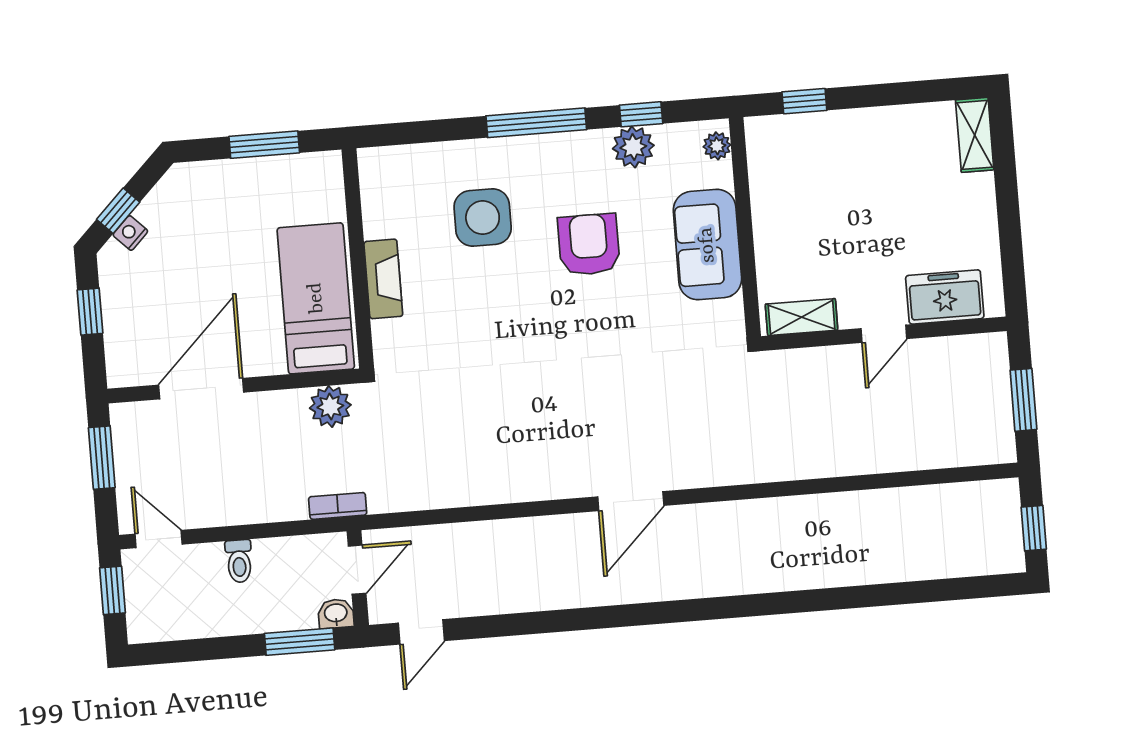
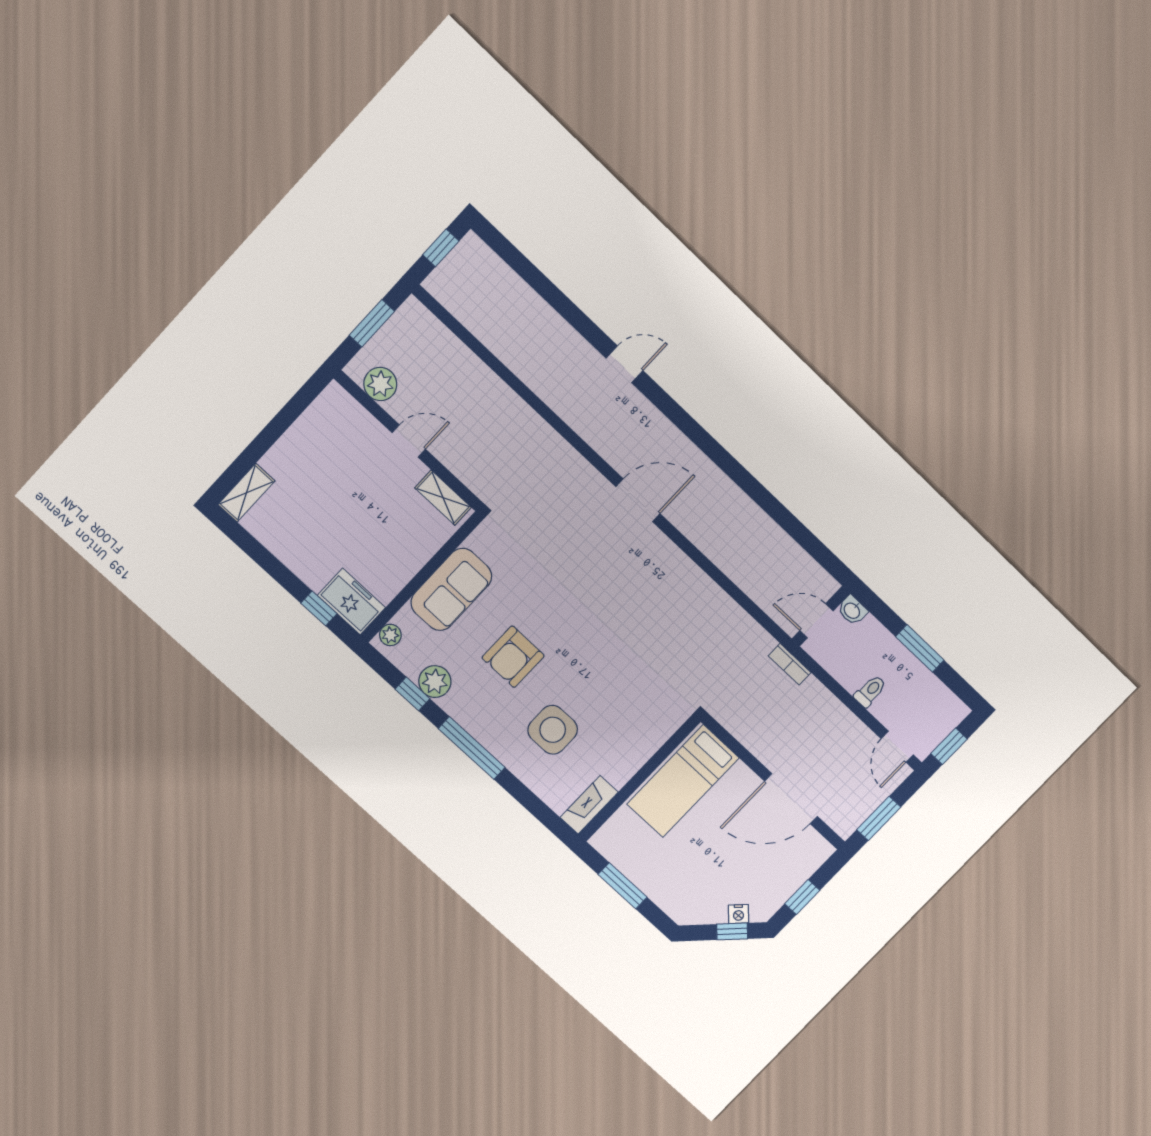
fireplace: (383, 279) -> (589, 805), moved
freezer: (945, 297) -> (351, 601), moved, turned 180
plant: (330, 407) -> (380, 384), moved
door: (421, 632) -> (624, 364), moved
window: (300, 642) -> (920, 648), moved

